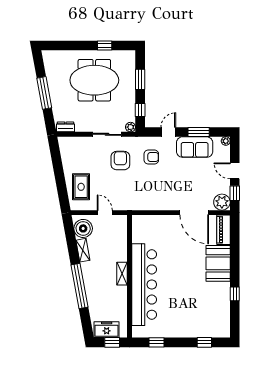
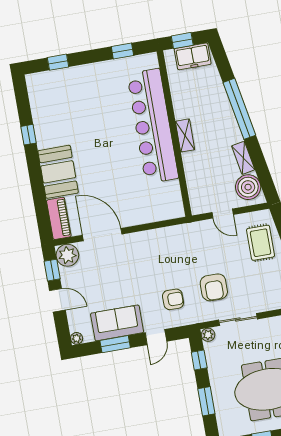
armchair: (151, 157) -> (173, 299), turned 180

